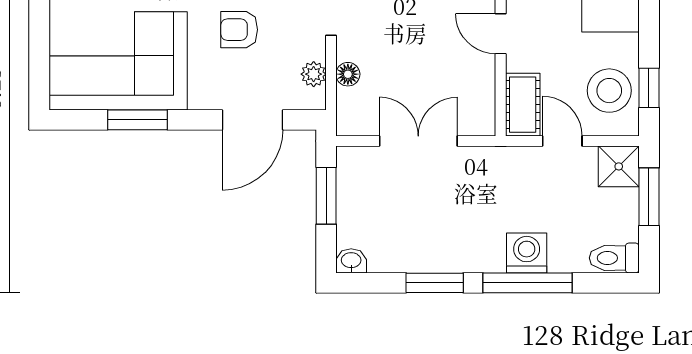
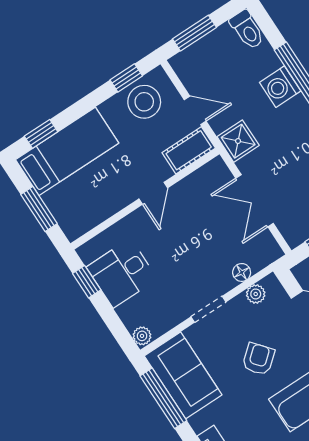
armchair: (239, 30) -> (258, 359), turned -130
door: (562, 141) -> (195, 110), swing flipped
shower: (619, 166) -> (238, 141), moved

